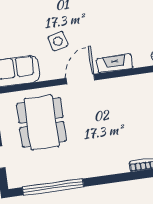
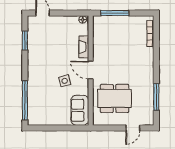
window: (53, 187) -> (156, 97), width x0.68

